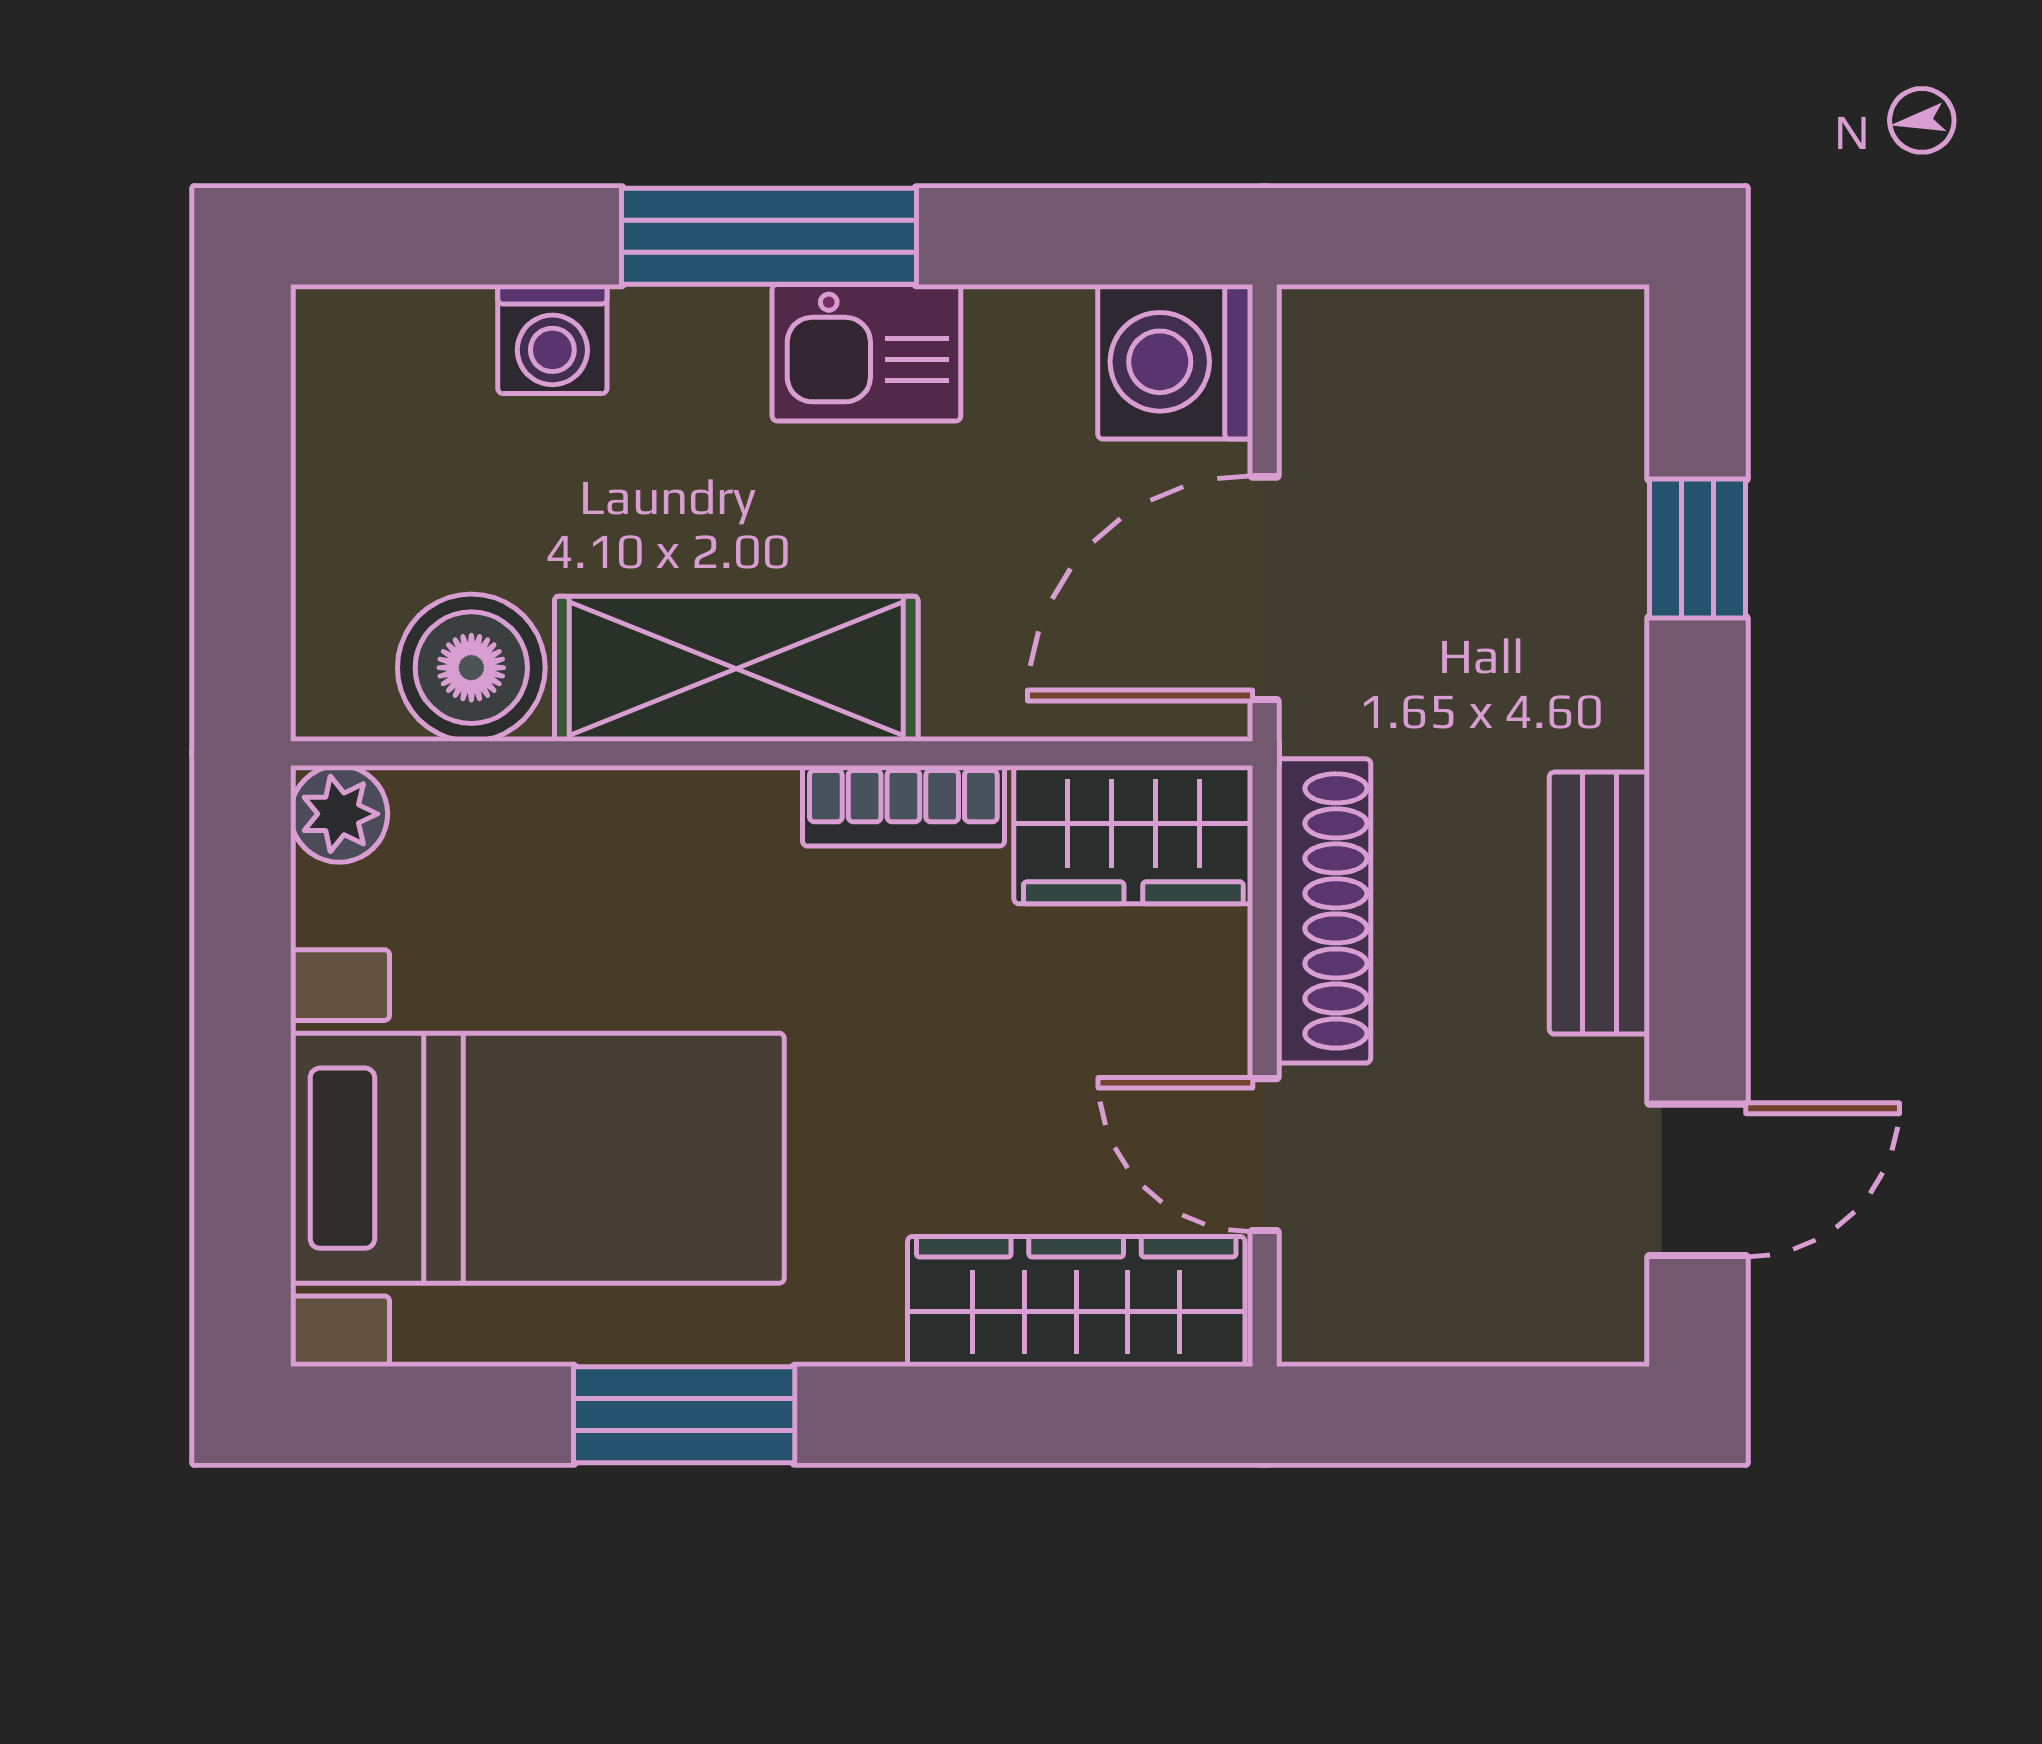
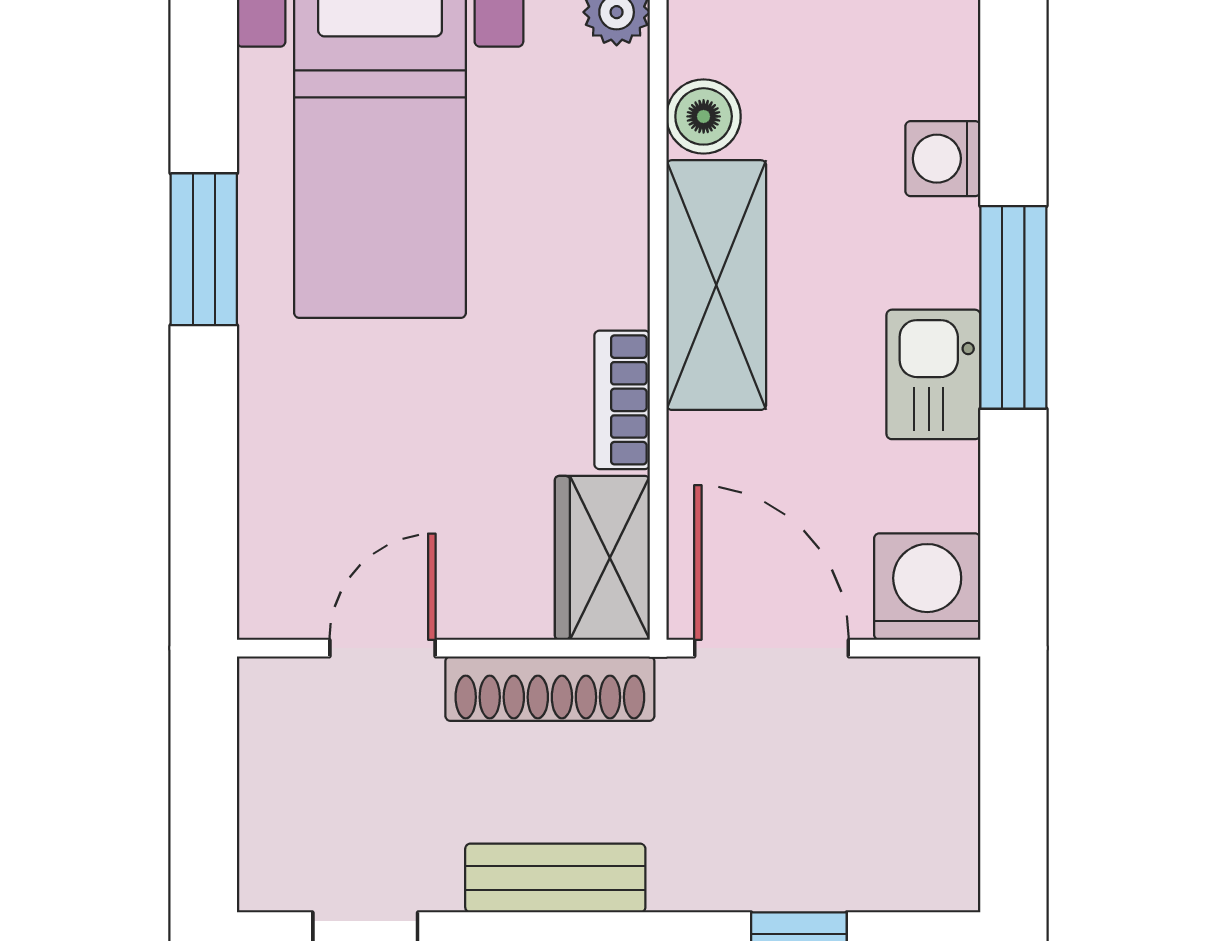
boiler: (471, 668) -> (704, 116), width x0.73, depth x0.73
wardrobe: (1076, 1301) -> (282, 519), removed

